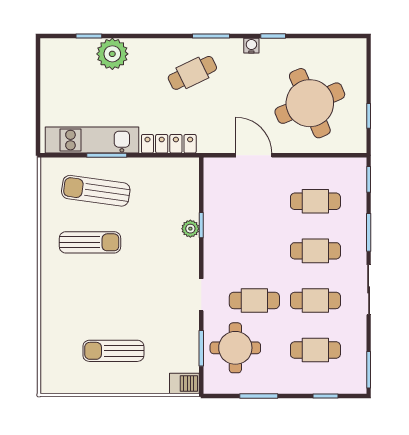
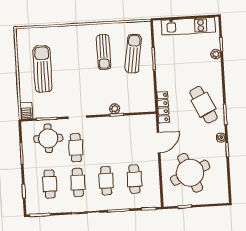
plant: (112, 54) -> (216, 54), width x0.53, depth x0.53
cafe table: (192, 73) -> (204, 105), width x1.37, depth x1.35
kitchen unit: (92, 140) -> (188, 26), moved, turned 90
locker: (169, 144) -> (163, 107), moved
sun lounger: (113, 351) -> (43, 69), width x1.36, depth x1.34

